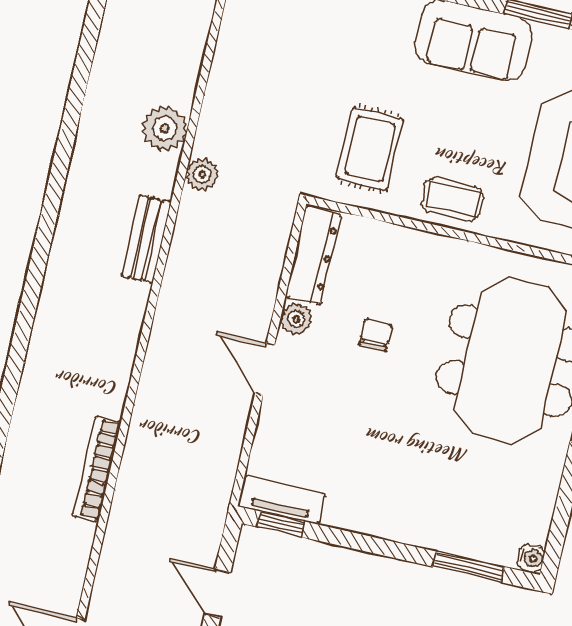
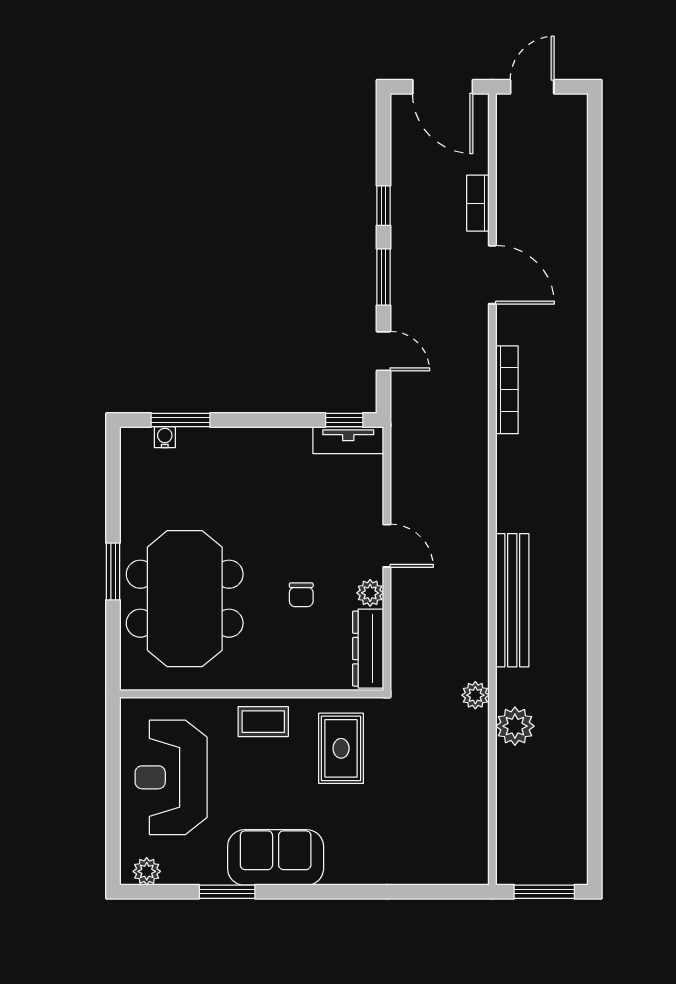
bench: (146, 239) -> (512, 600), width x1.86, depth x1.21
bookcase: (97, 469) -> (507, 390), moved
water cooler: (531, 558) -> (165, 437), moved, turned 90

